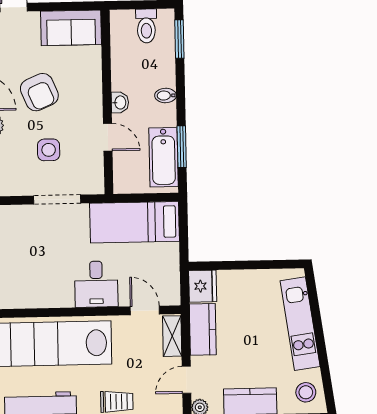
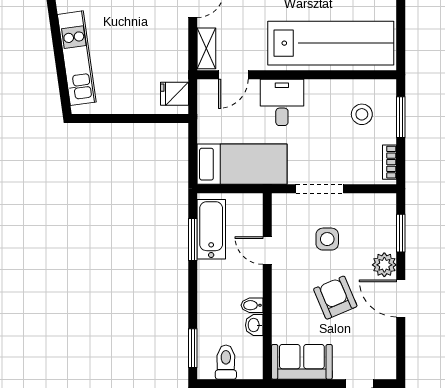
bidet: (166, 95) -> (252, 305), moved, turned 180
washbasin: (120, 102) -> (254, 325), moved
stool: (17, 274) -> (362, 114), added
fridge: (203, 286) -> (174, 94), width x0.72
door: (145, 310) -> (233, 75), hinge flipped
kitchen counter: (203, 329) -> (175, 54), removed

